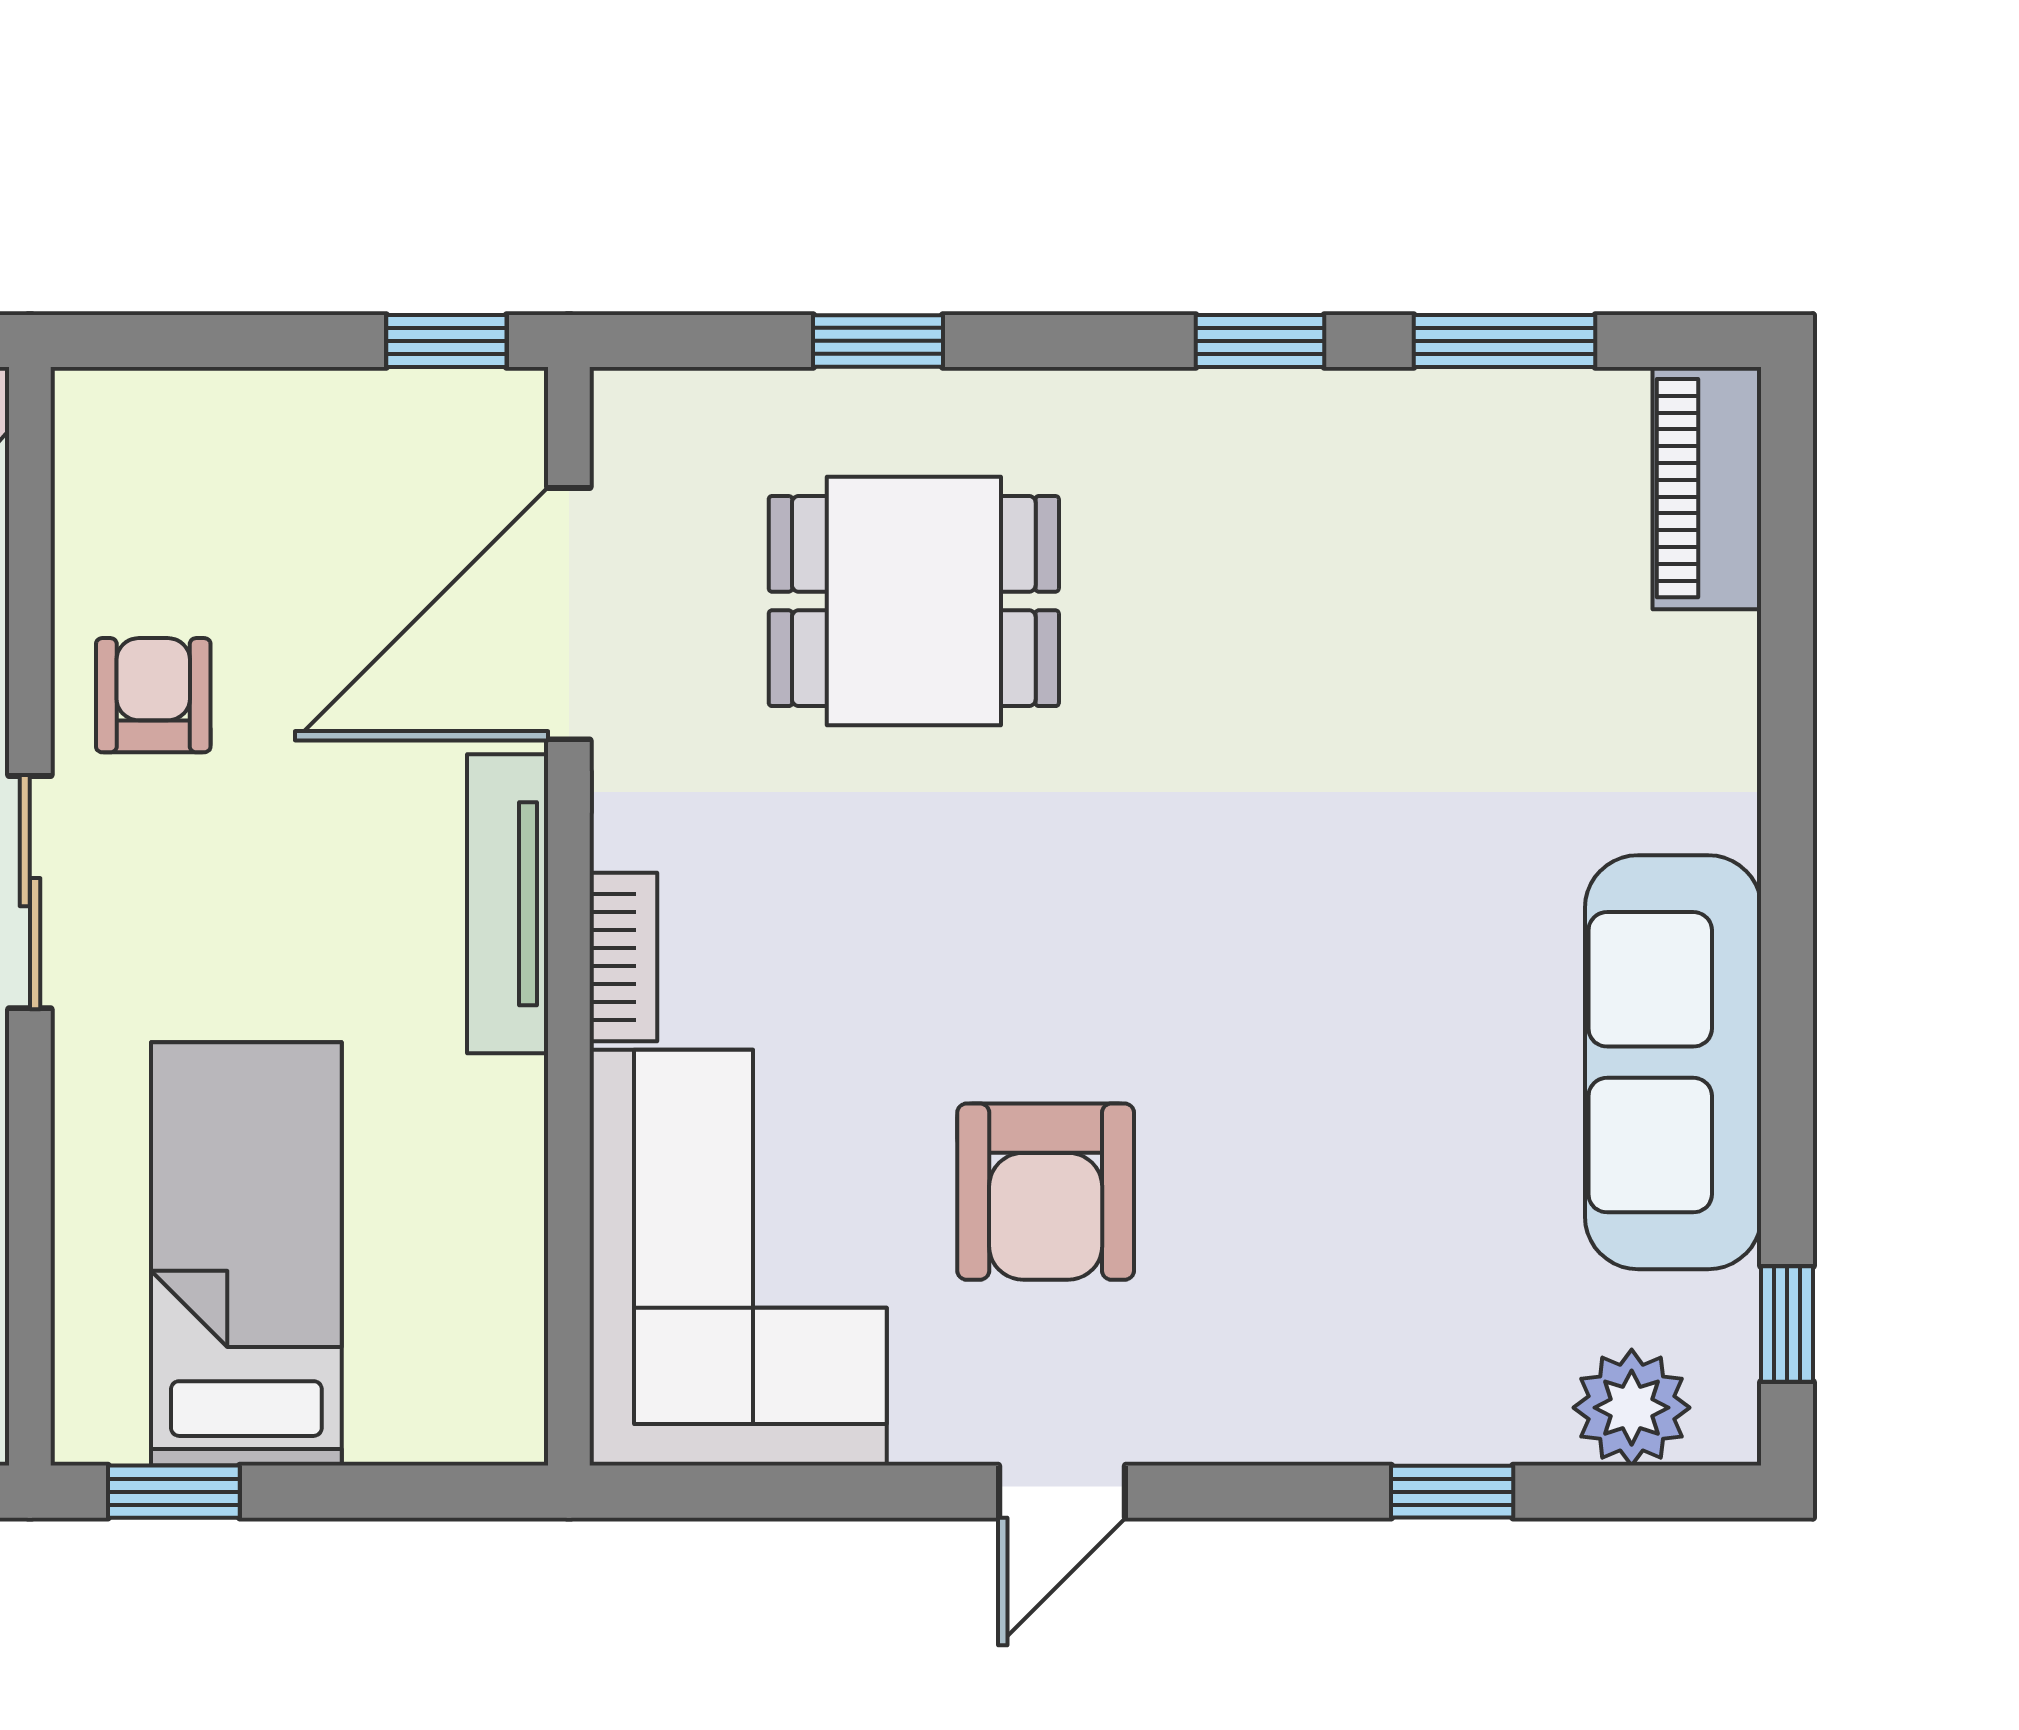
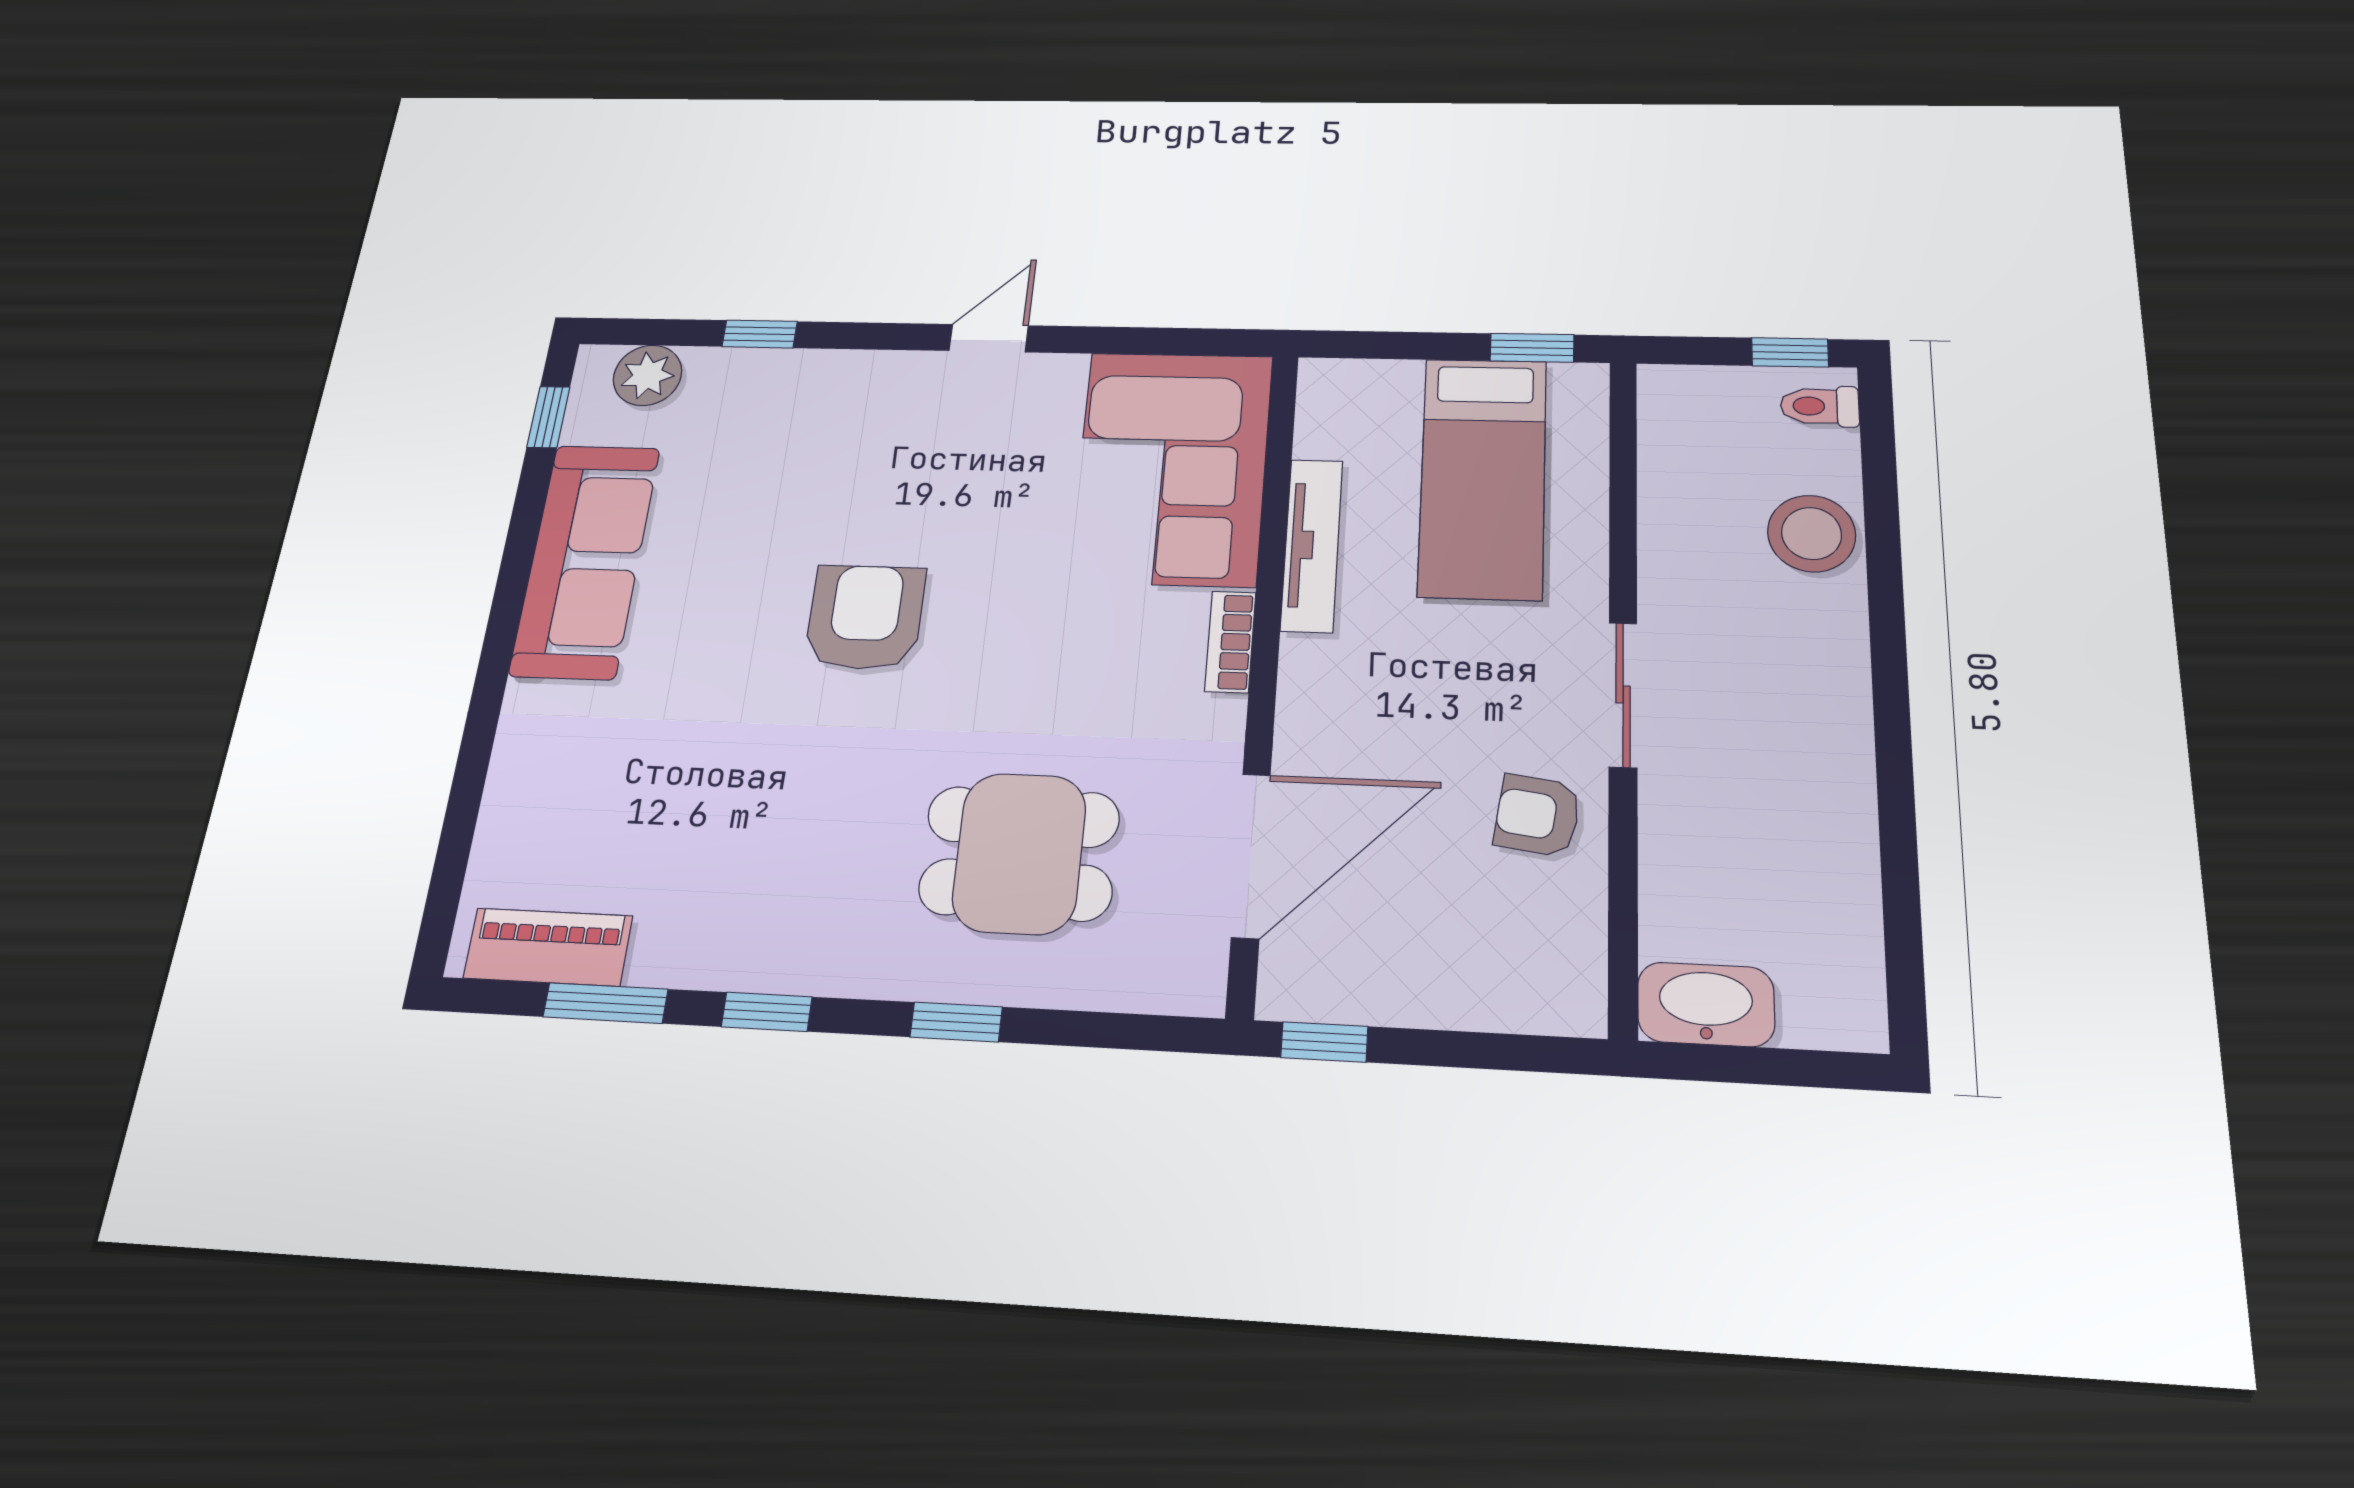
window: (878, 341) -> (956, 1022), moved
piano: (1707, 488) -> (548, 947), moved, turned -90
armchair: (153, 695) -> (1537, 815), turned 98
tv unit: (508, 904) -> (1312, 545), moved
armchair: (1046, 1192) -> (865, 617), moved

